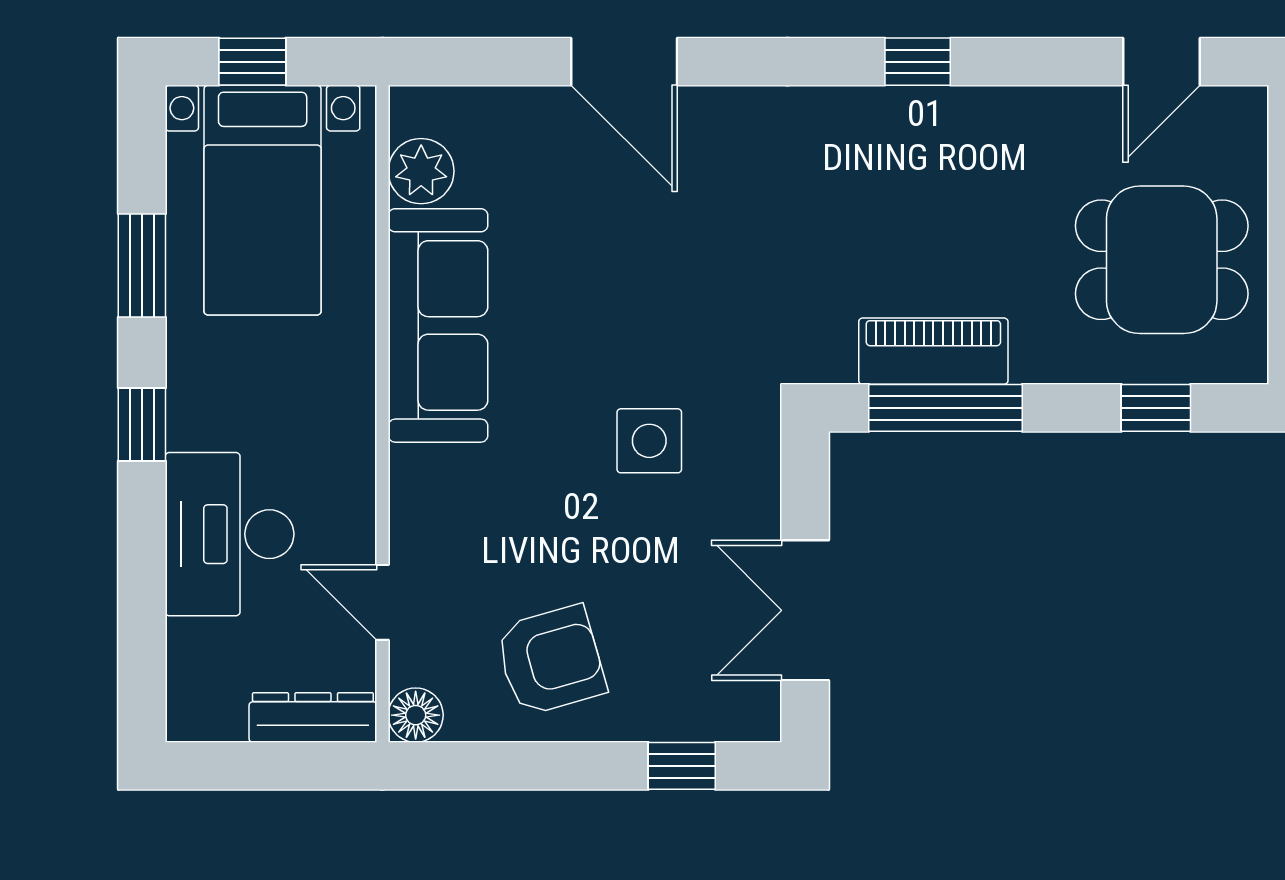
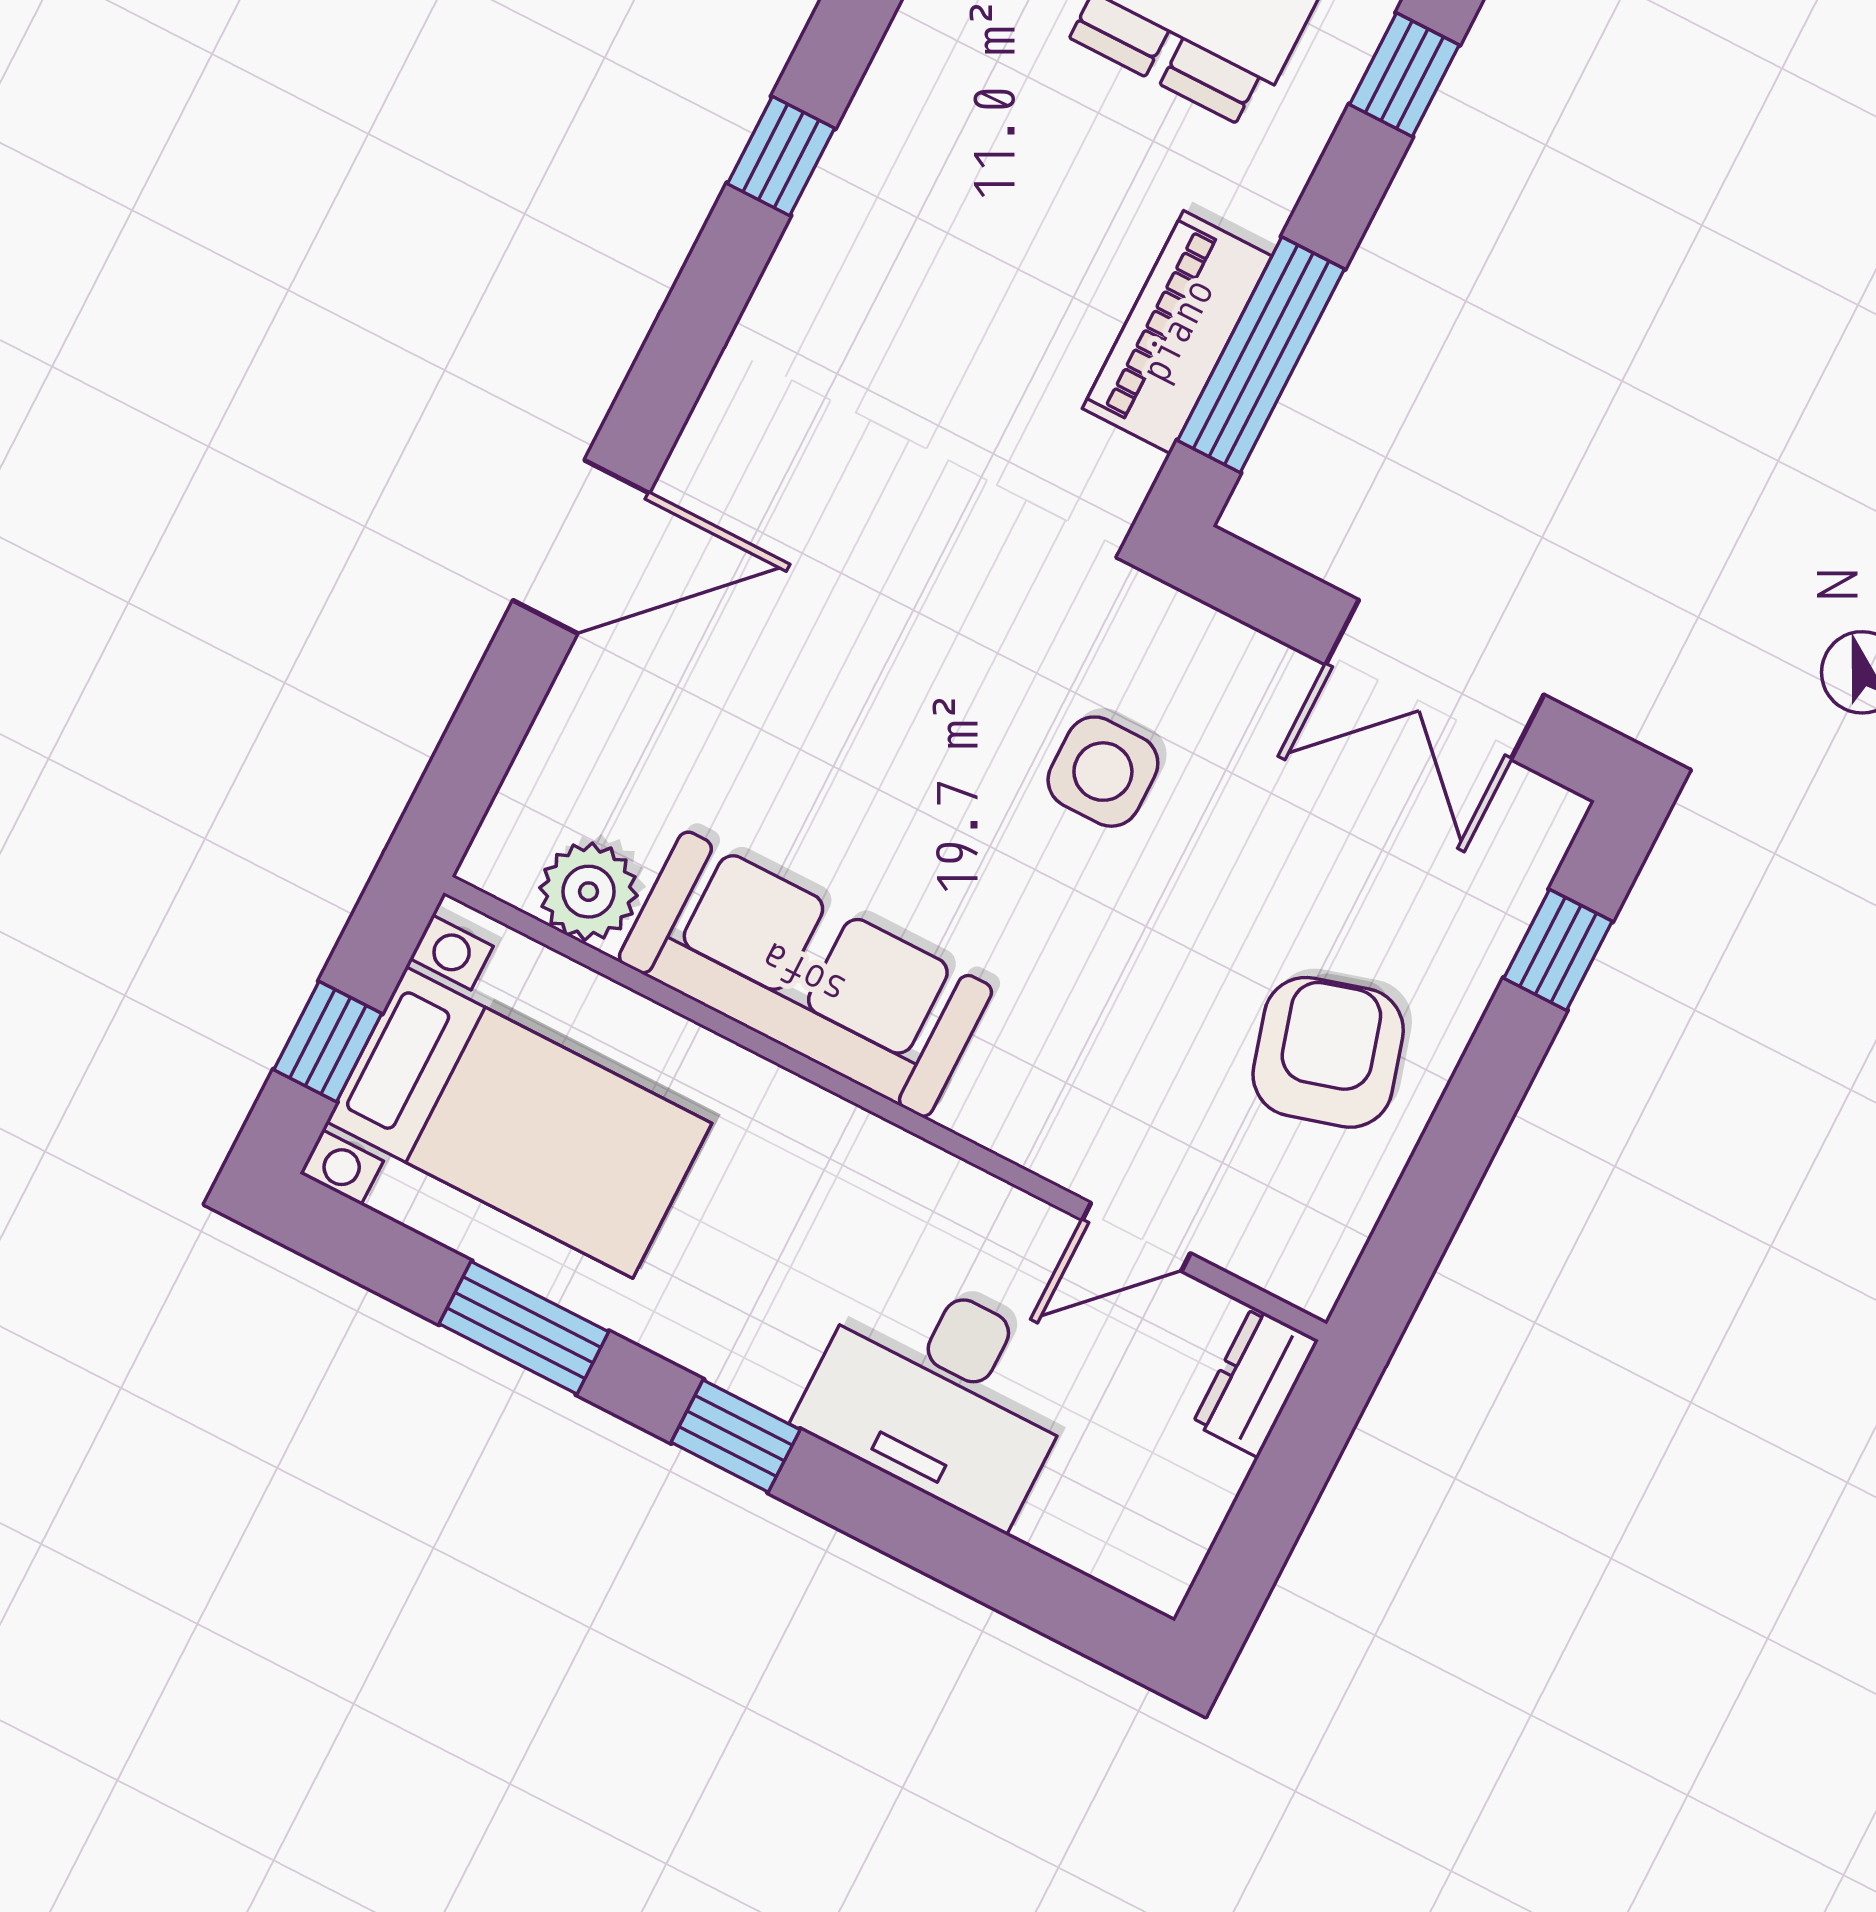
floor lamp: (416, 715) -> (1309, 1269), removed
dresser: (313, 718) -> (1255, 1382), width x0.70

